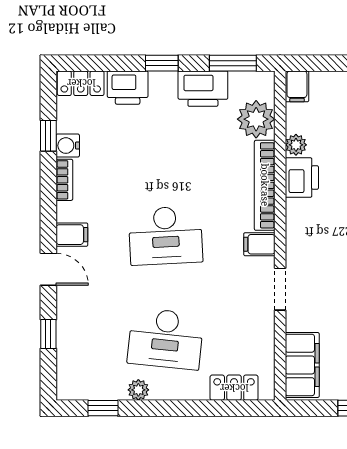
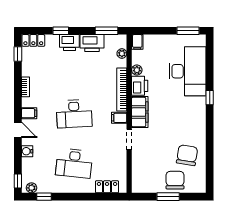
window: (162, 63) -> (61, 31), moved
printer: (128, 88) -> (69, 43), moved
plant: (256, 119) -> (122, 53), width x0.53, depth x0.53
window: (48, 136) -> (18, 54), moved
water cooler: (68, 146) -> (27, 151), moved
window: (48, 334) -> (18, 181), moved
filing cabinet: (302, 365) -> (140, 112), moved
plant: (138, 390) -> (32, 188), moved

